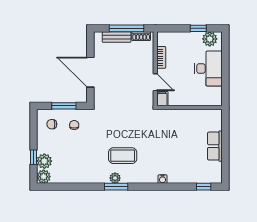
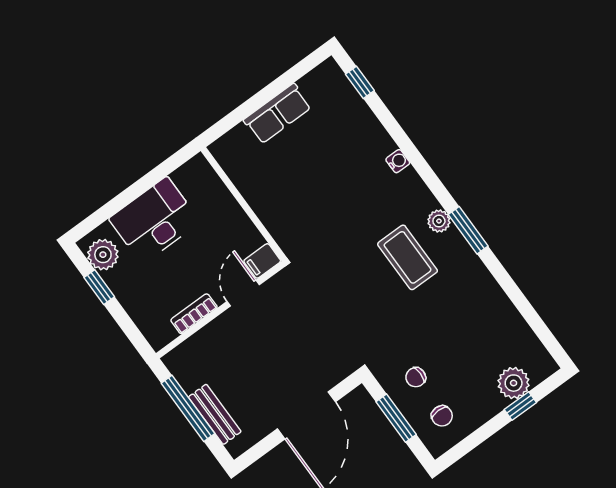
shoe rack: (141, 36) -> (183, 374), removed
plant: (44, 177) -> (541, 365), removed
plant: (115, 178) -> (439, 221), moved

